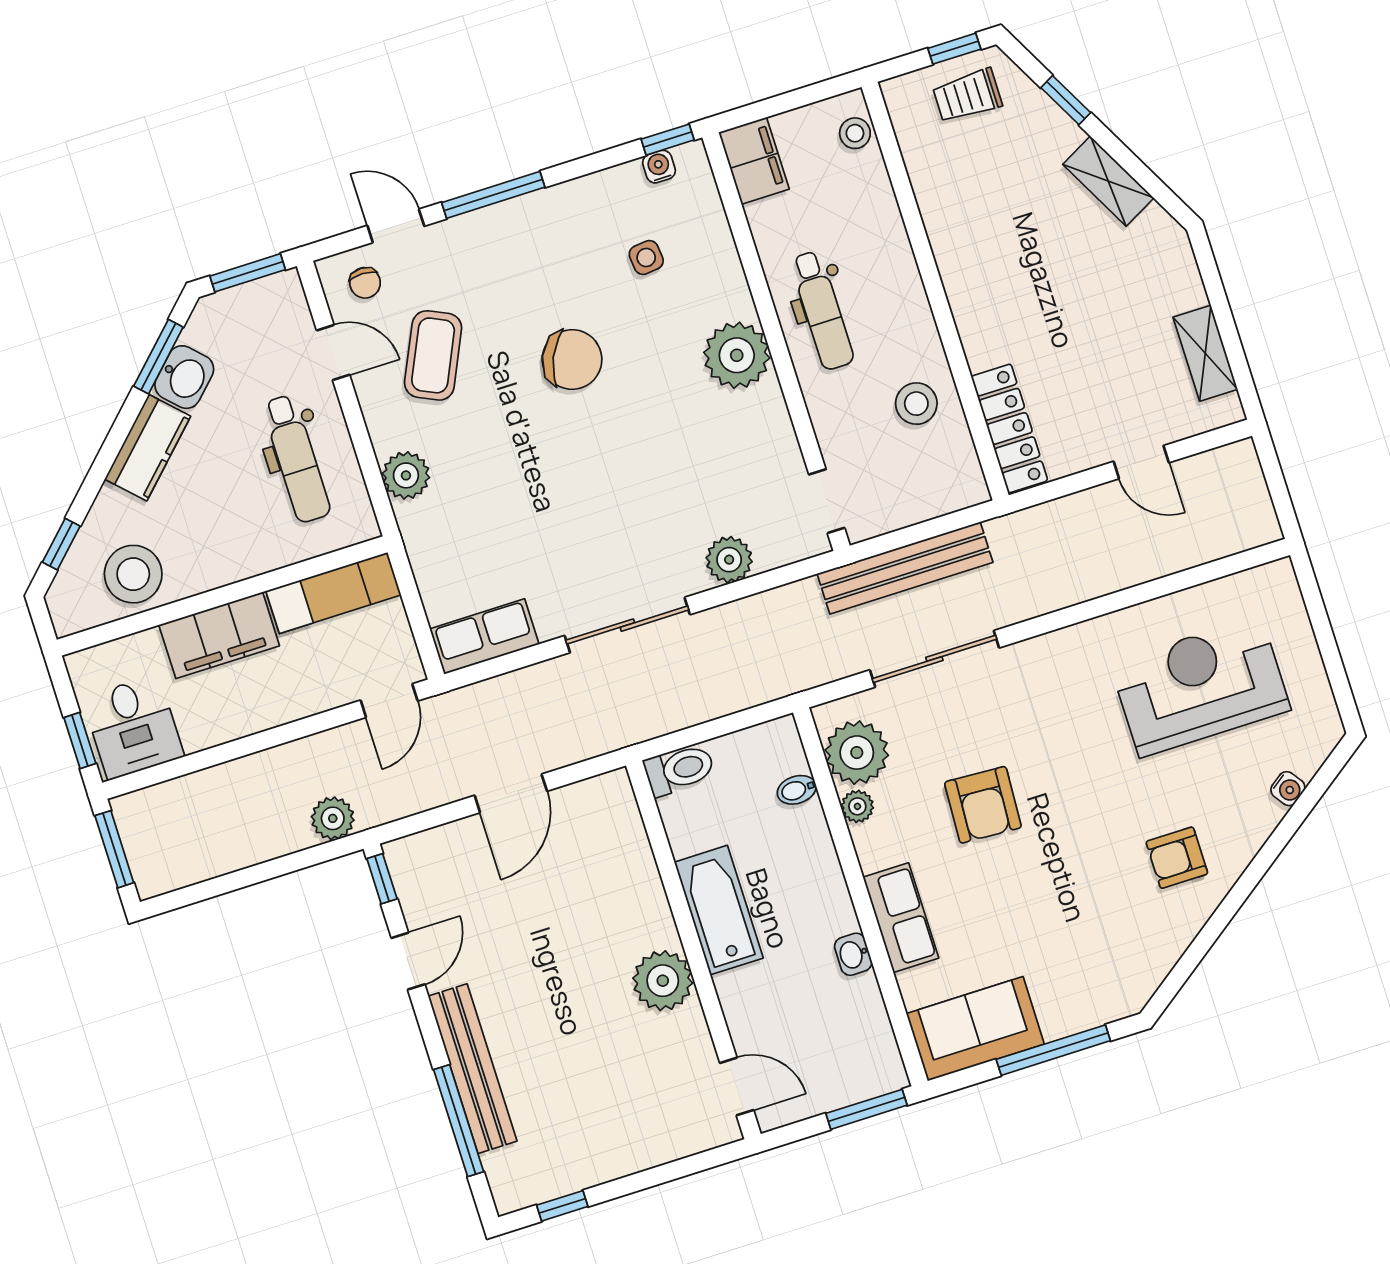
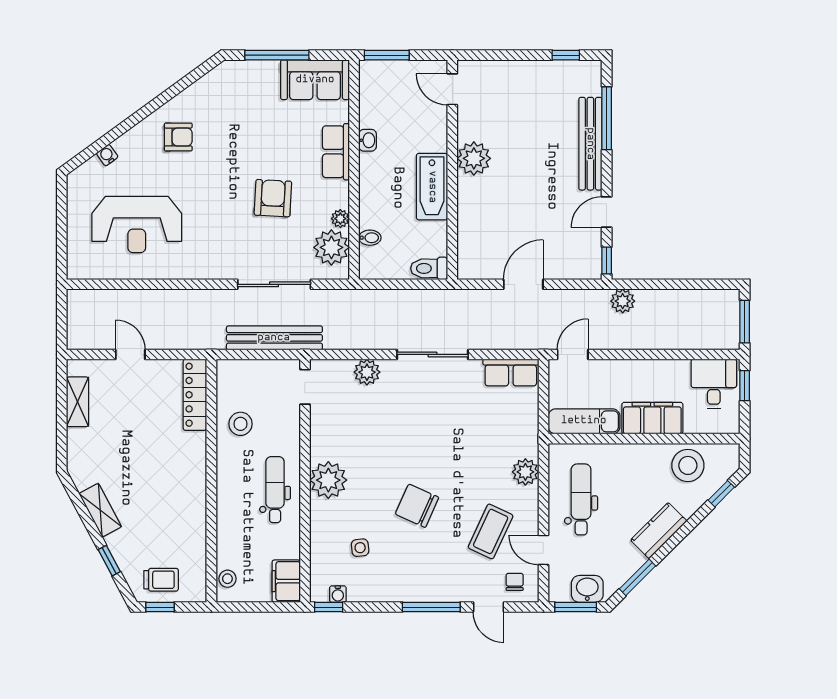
washbasin: (184, 377) -> (587, 589), moved, turned 45

